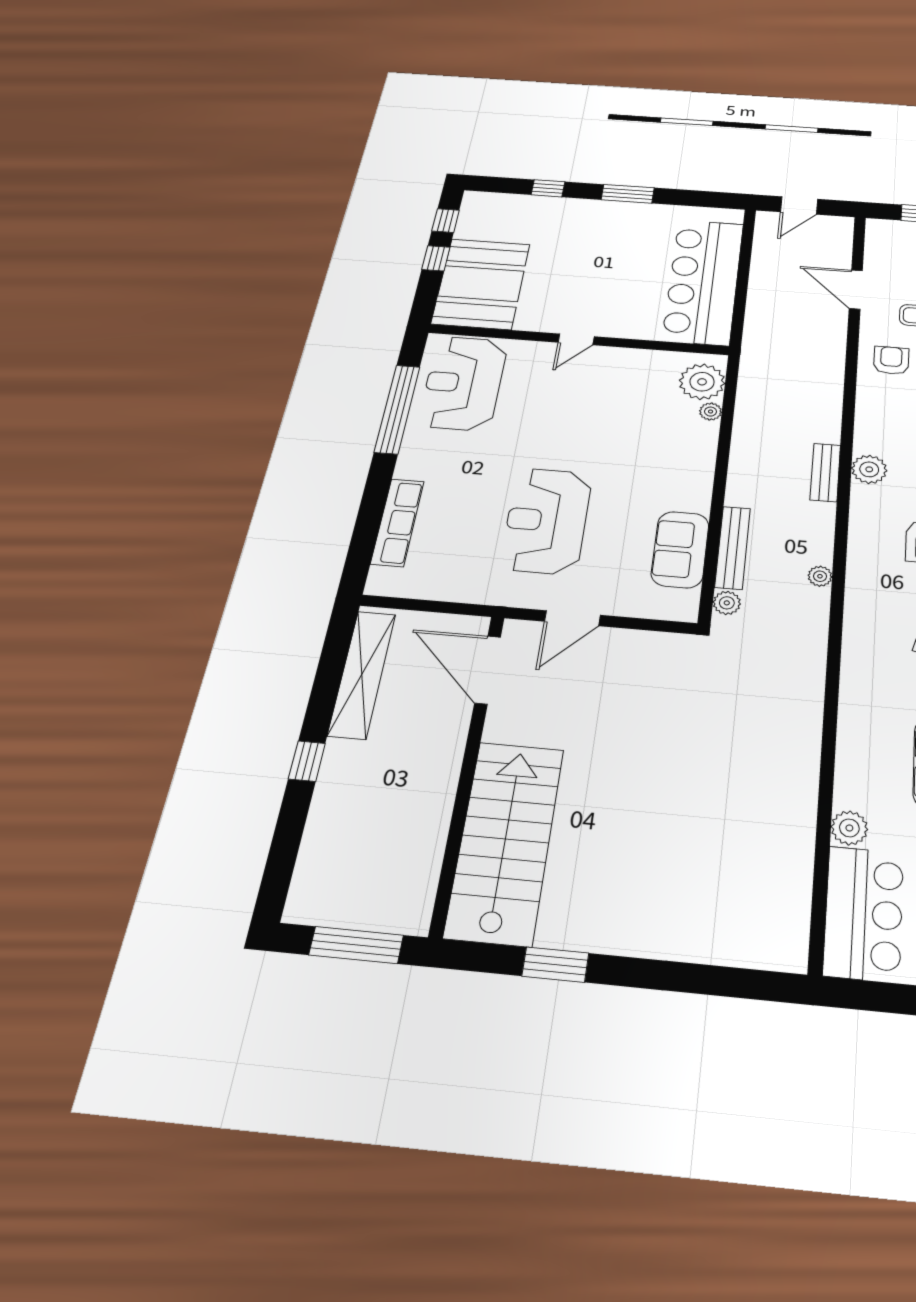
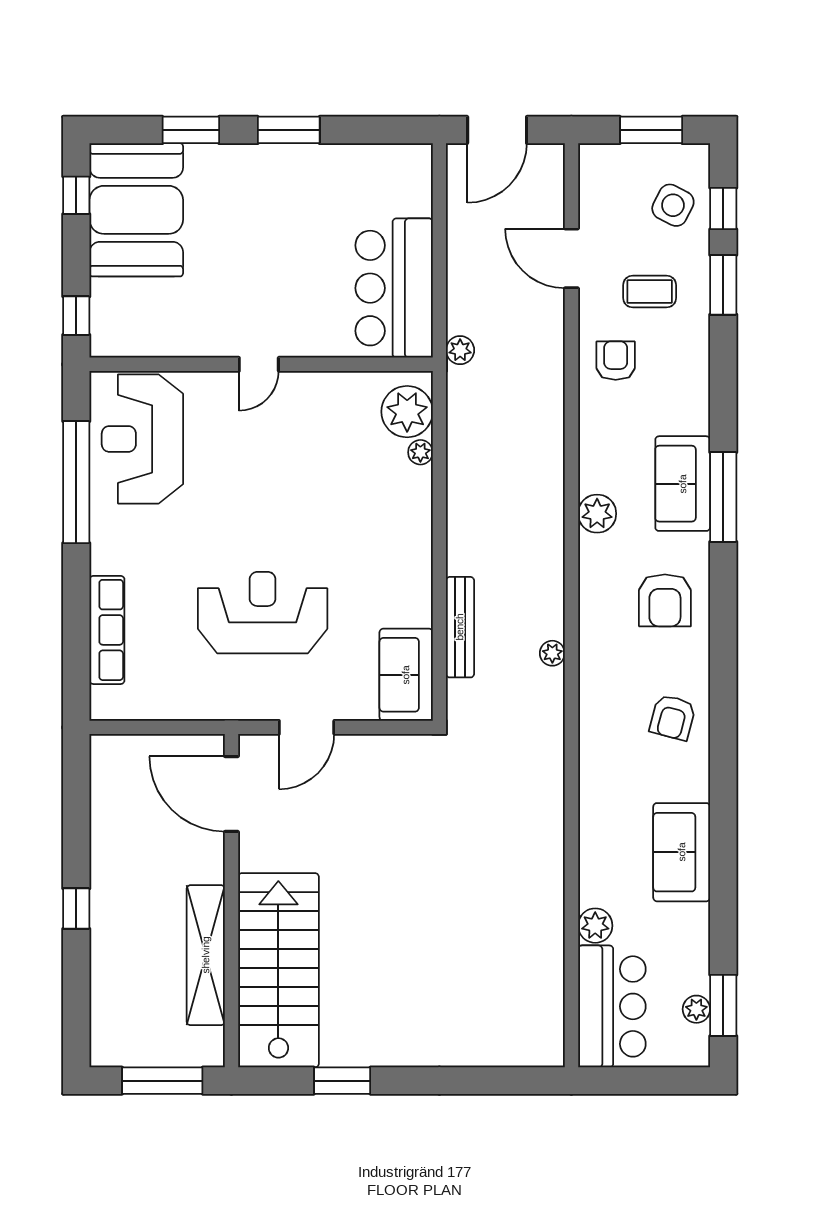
window: (548, 188) -> (191, 130), width x1.50
door: (799, 205) -> (497, 130), width x1.38
window: (436, 258) -> (76, 316), moved
bar counter: (703, 281) -> (394, 288), width x0.73
booth: (481, 284) -> (136, 210), moved
bench: (825, 472) -> (551, 522), removed
reception desk: (546, 521) -> (263, 613), turned 90
sofa: (680, 549) -> (406, 675), moved
plant: (727, 603) -> (460, 350), moved
shelving: (362, 674) -> (206, 955), moved

